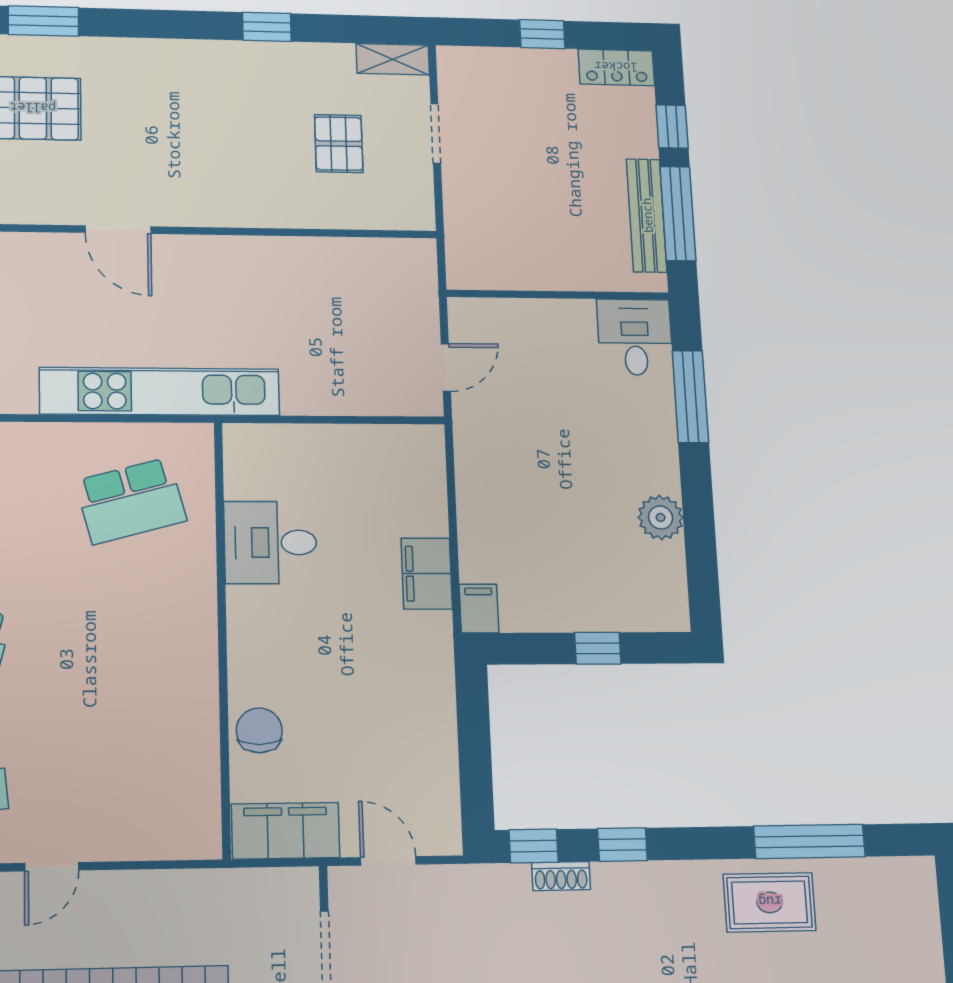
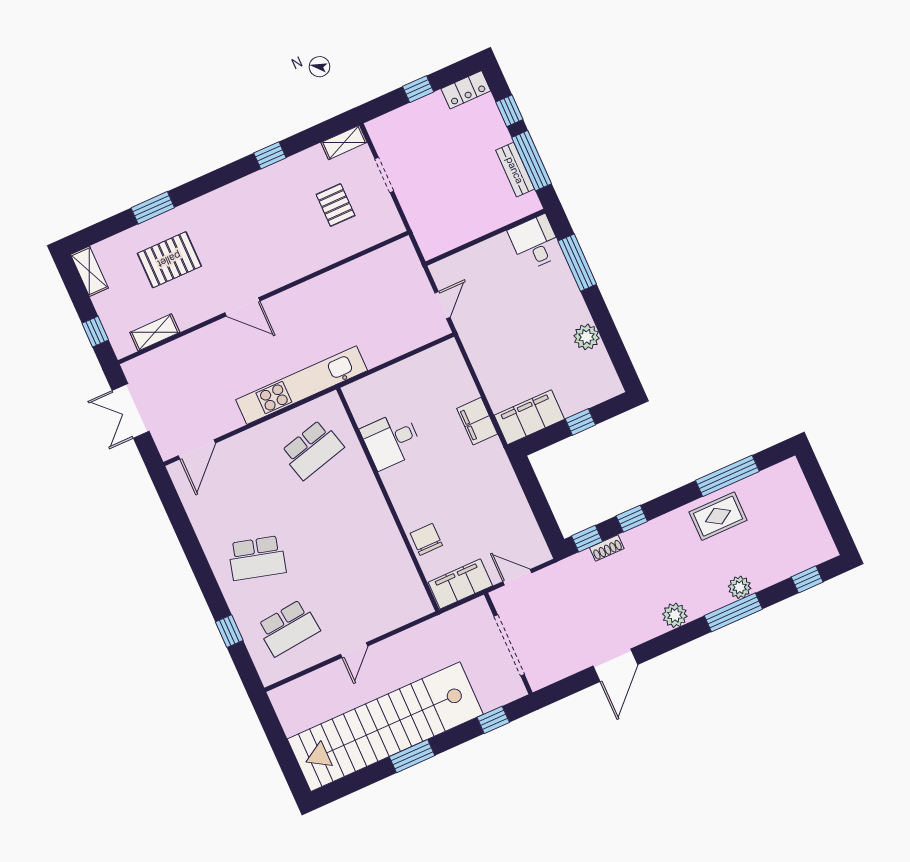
bench: (647, 215) -> (515, 170), width x0.73
filing cabinet: (479, 609) -> (529, 417), width x3.00, depth x1.17

